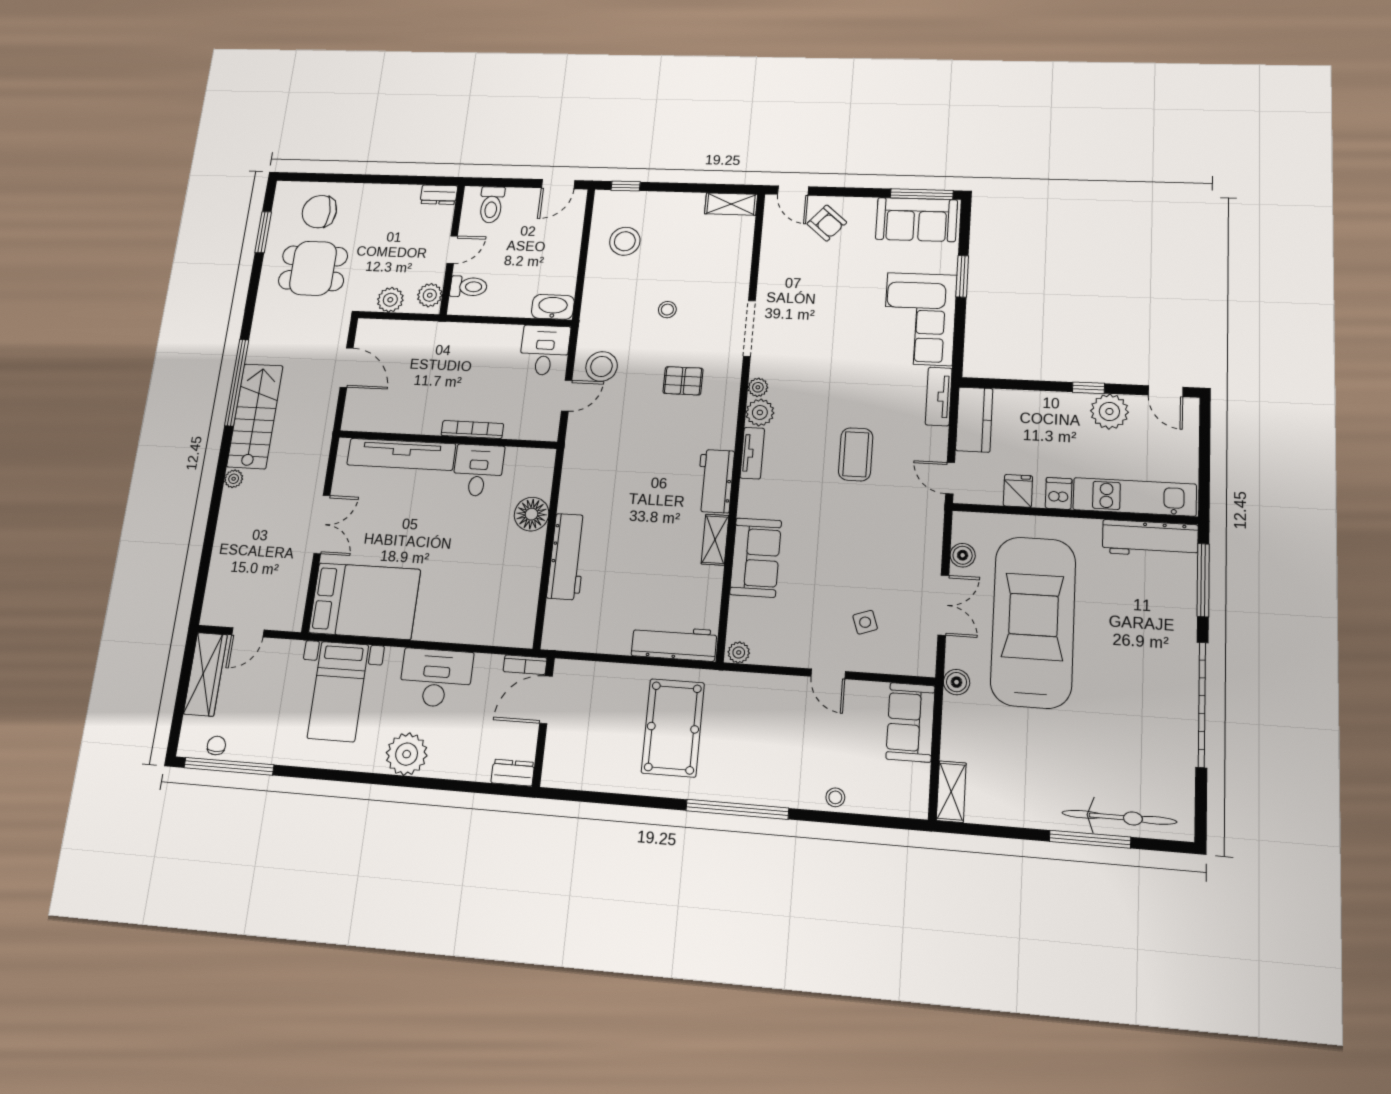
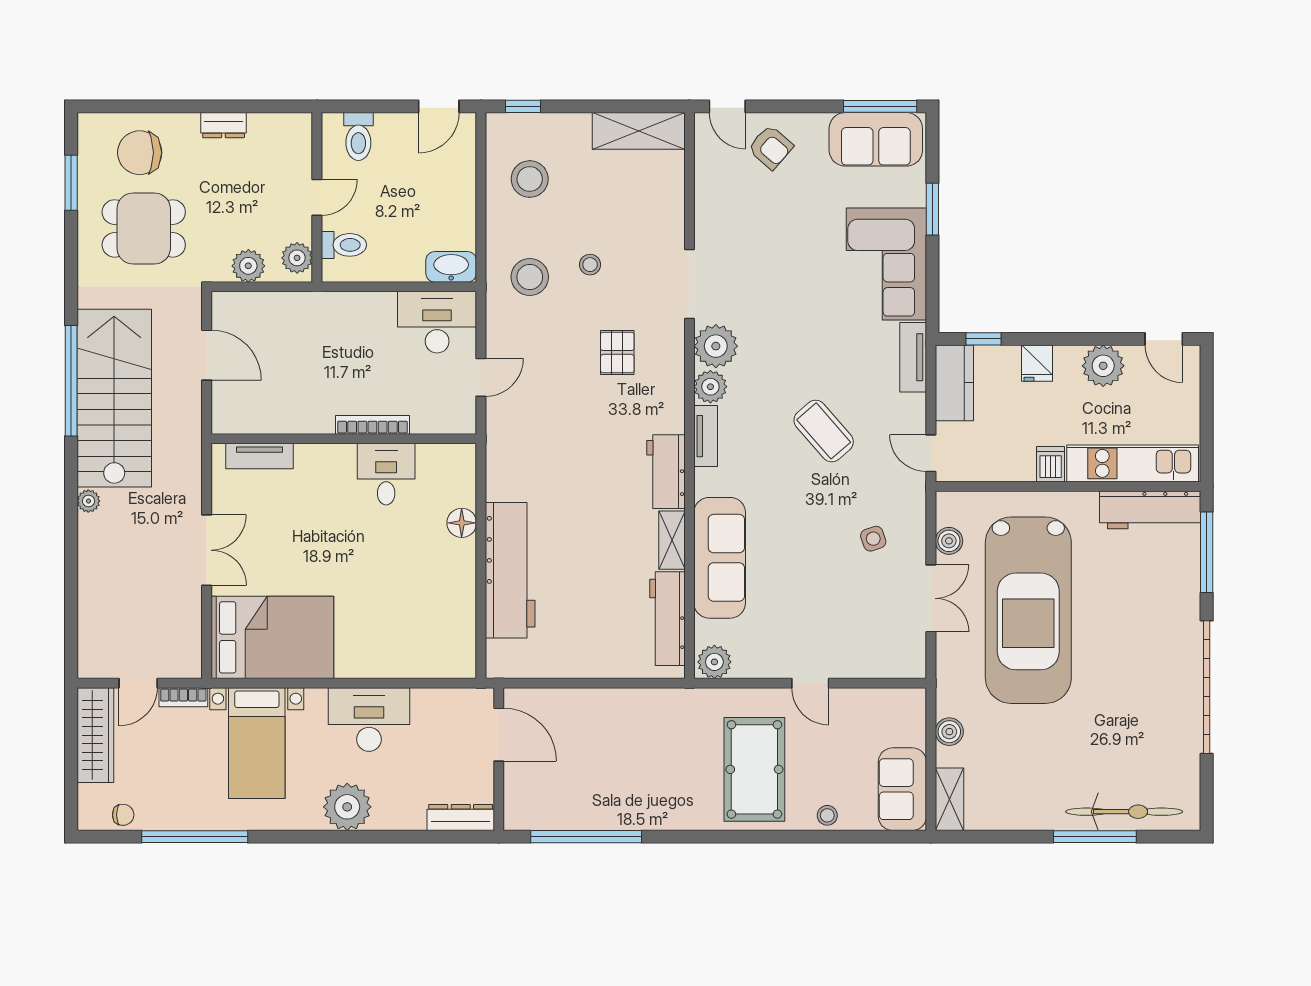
dresser: (439, 195) -> (224, 125), moved
shelving: (731, 204) -> (639, 131), width x1.50, depth x1.33
desk: (545, 350) -> (437, 322), width x1.37
stool: (602, 366) -> (530, 277), moved
pallet: (683, 381) -> (617, 352), turned 90
plant: (758, 387) -> (716, 346), width x1.88, depth x1.88
window: (1088, 388) -> (984, 339), moved
stairs: (255, 416) -> (114, 398), width x1.36, depth x1.51
tv unit: (401, 454) -> (260, 456), width x0.52, depth x0.78
coffee table: (856, 454) -> (824, 431), turned -41
fridge: (1018, 491) -> (1037, 363), moved, turned 180
floor lamp: (532, 514) -> (462, 523), width x0.73, depth x0.73
workbench: (567, 557) -> (510, 570), width x1.36, depth x1.32
sofa: (756, 557) -> (720, 558), width x1.36
side table: (865, 622) -> (873, 539), moved
car: (1033, 622) -> (1028, 610), turned 180
workbench: (674, 643) -> (667, 619), moved, turned -90
plant: (739, 652) -> (714, 662), width x1.38, depth x1.38
bookcase: (525, 665) -> (183, 697), moved
boiler: (957, 682) -> (949, 732), moved
door: (546, 700) -> (499, 735), swing flipped
sofa: (911, 722) -> (902, 789), moved
pool table: (673, 728) -> (754, 769), moved
chair: (216, 746) -> (123, 815), turned 90
window: (229, 766) -> (195, 837), moved
dresser: (513, 773) -> (461, 818), width x1.44
window: (737, 809) -> (586, 837), moved

